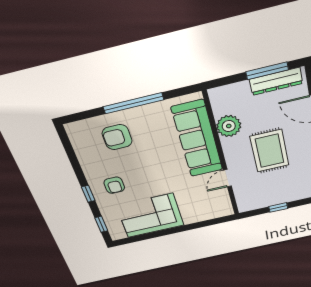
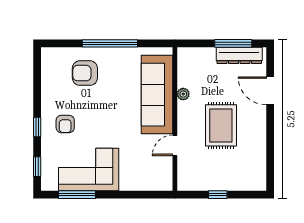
plant: (229, 126) -> (183, 94), width x0.53, depth x0.53
window: (146, 236) -> (77, 195), added

